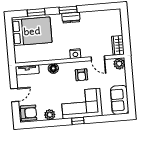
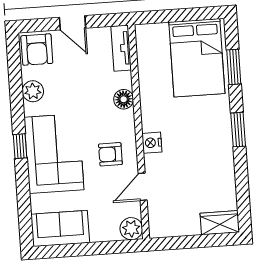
dresser: (71, 18) -> (223, 135), removed
wardrobe: (118, 45) -> (220, 223), moved

